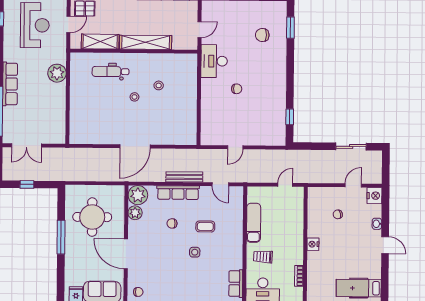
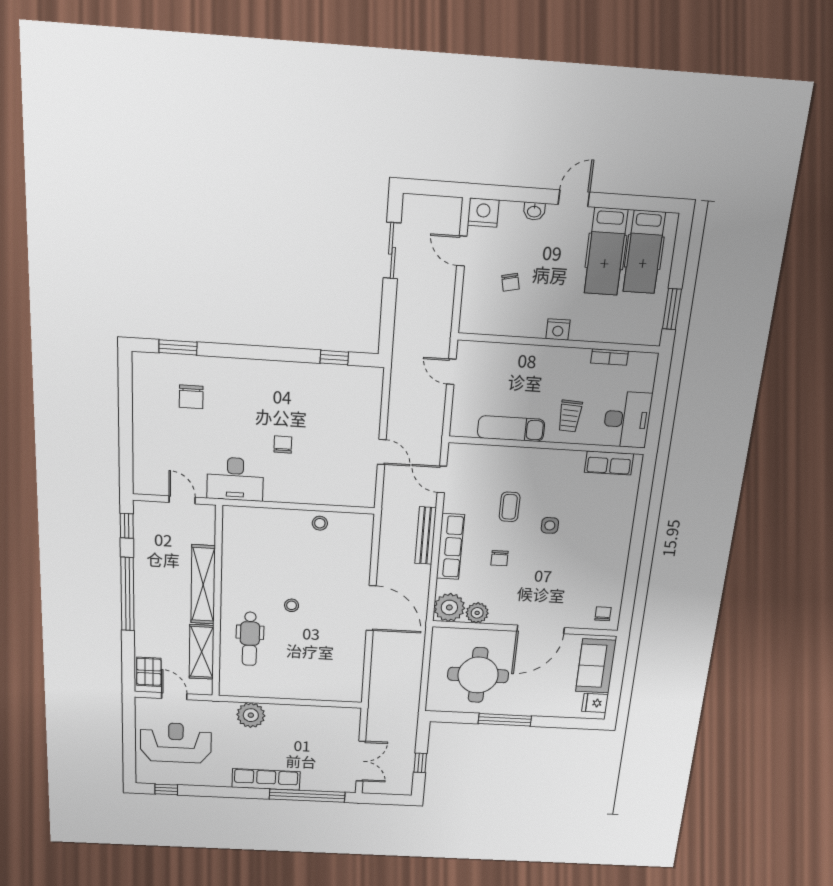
stool: (159, 85) -> (320, 523), moved
door: (220, 184) -> (442, 479), swing flipped
hospital bed: (358, 266) -> (606, 252), added

